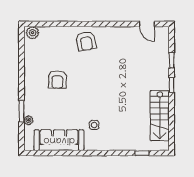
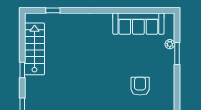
window: (172, 85) -> (22, 70), moved
side table: (94, 125) -> (102, 39), removed

